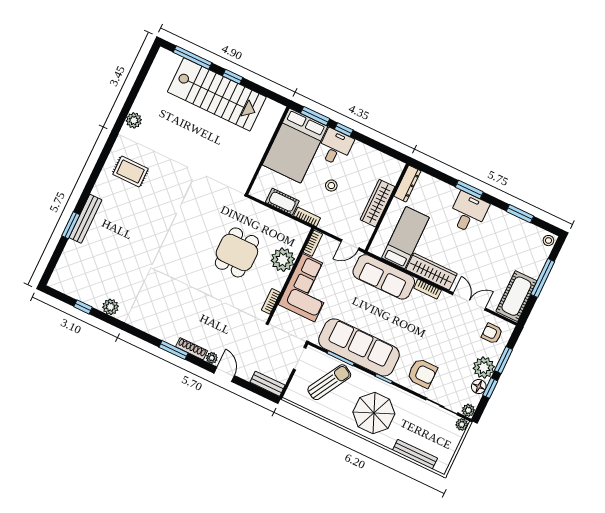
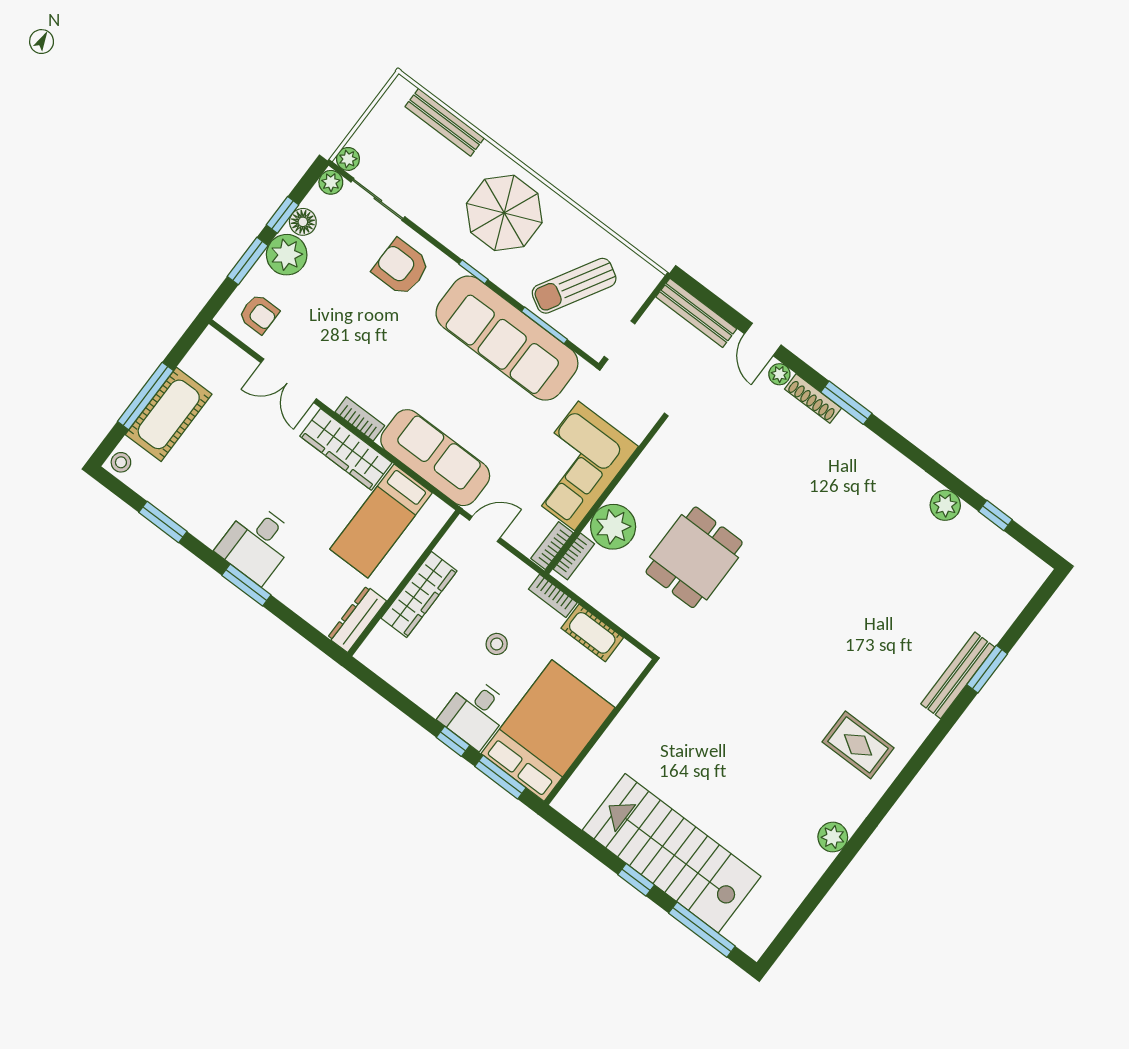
cot: (516, 296) -> (169, 414), moved
bookcase: (271, 301) -> (574, 556), moved
bench: (268, 384) -> (696, 313), width x1.36

